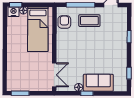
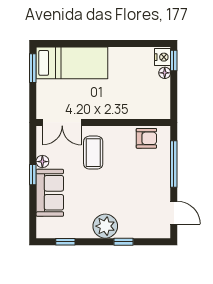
coffee table: (89, 21) -> (93, 153), moved
bed: (38, 29) -> (72, 63), moved, turned 180
plant: (119, 48) -> (105, 226), added

